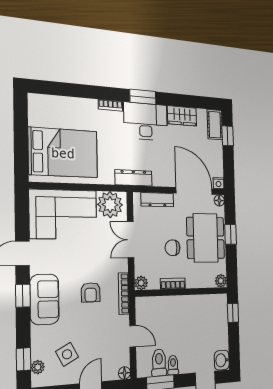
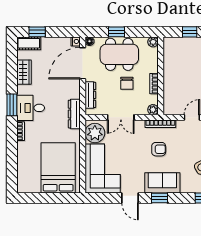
desk: (146, 121) -> (31, 108), width x0.73
window: (233, 313) -> (190, 32), moved

